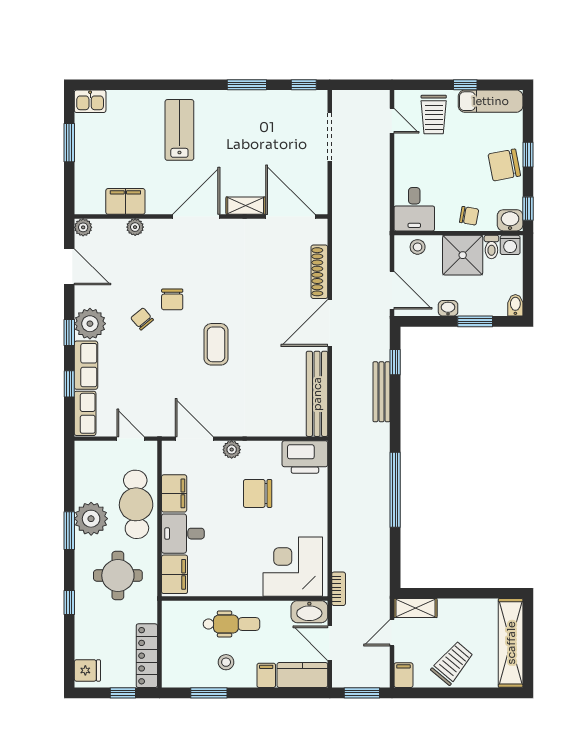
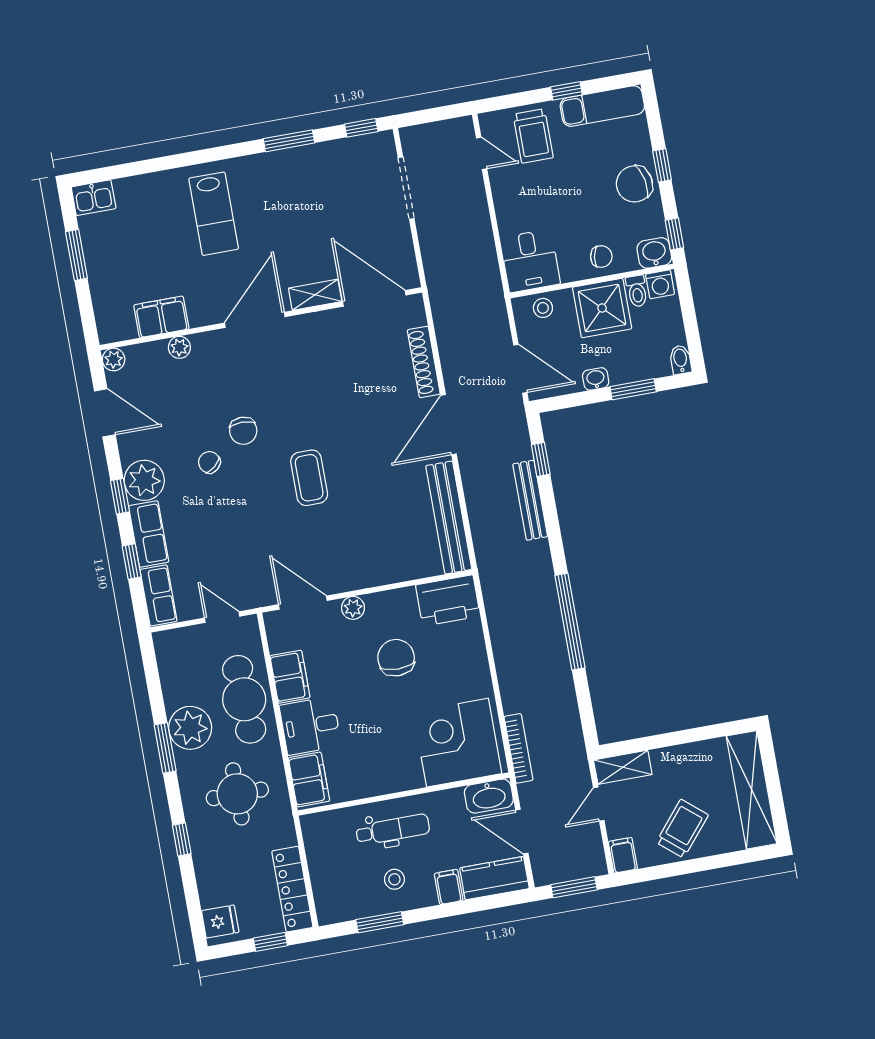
lab bench: (179, 130) -> (214, 214), turned 180
chair: (258, 493) -> (396, 658), turned 90
bookcase: (339, 589) -> (519, 748), width x1.56

